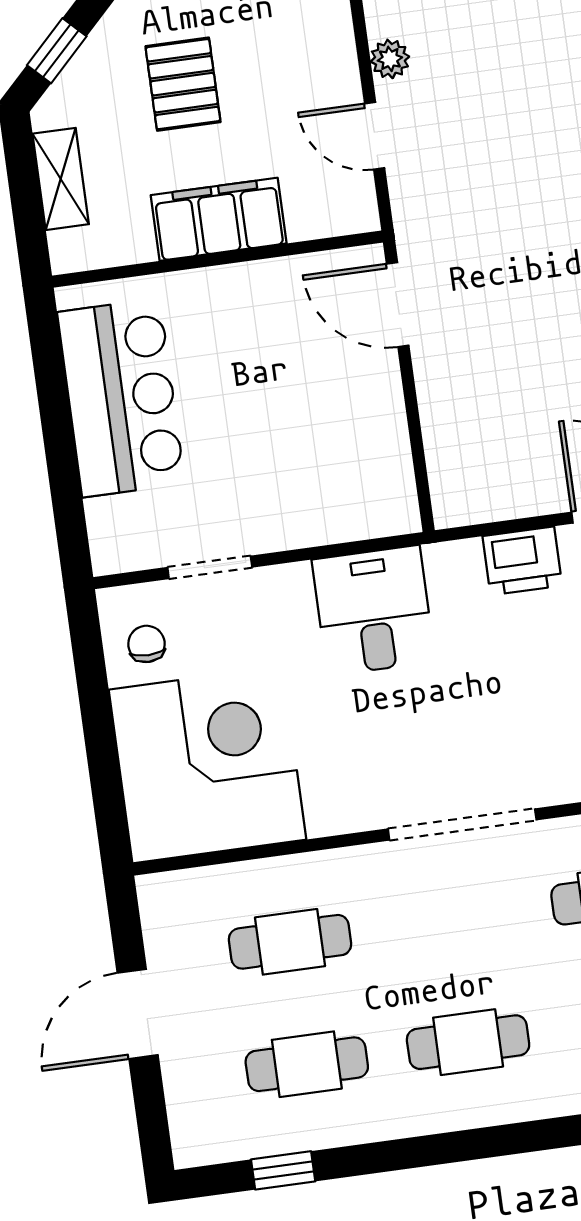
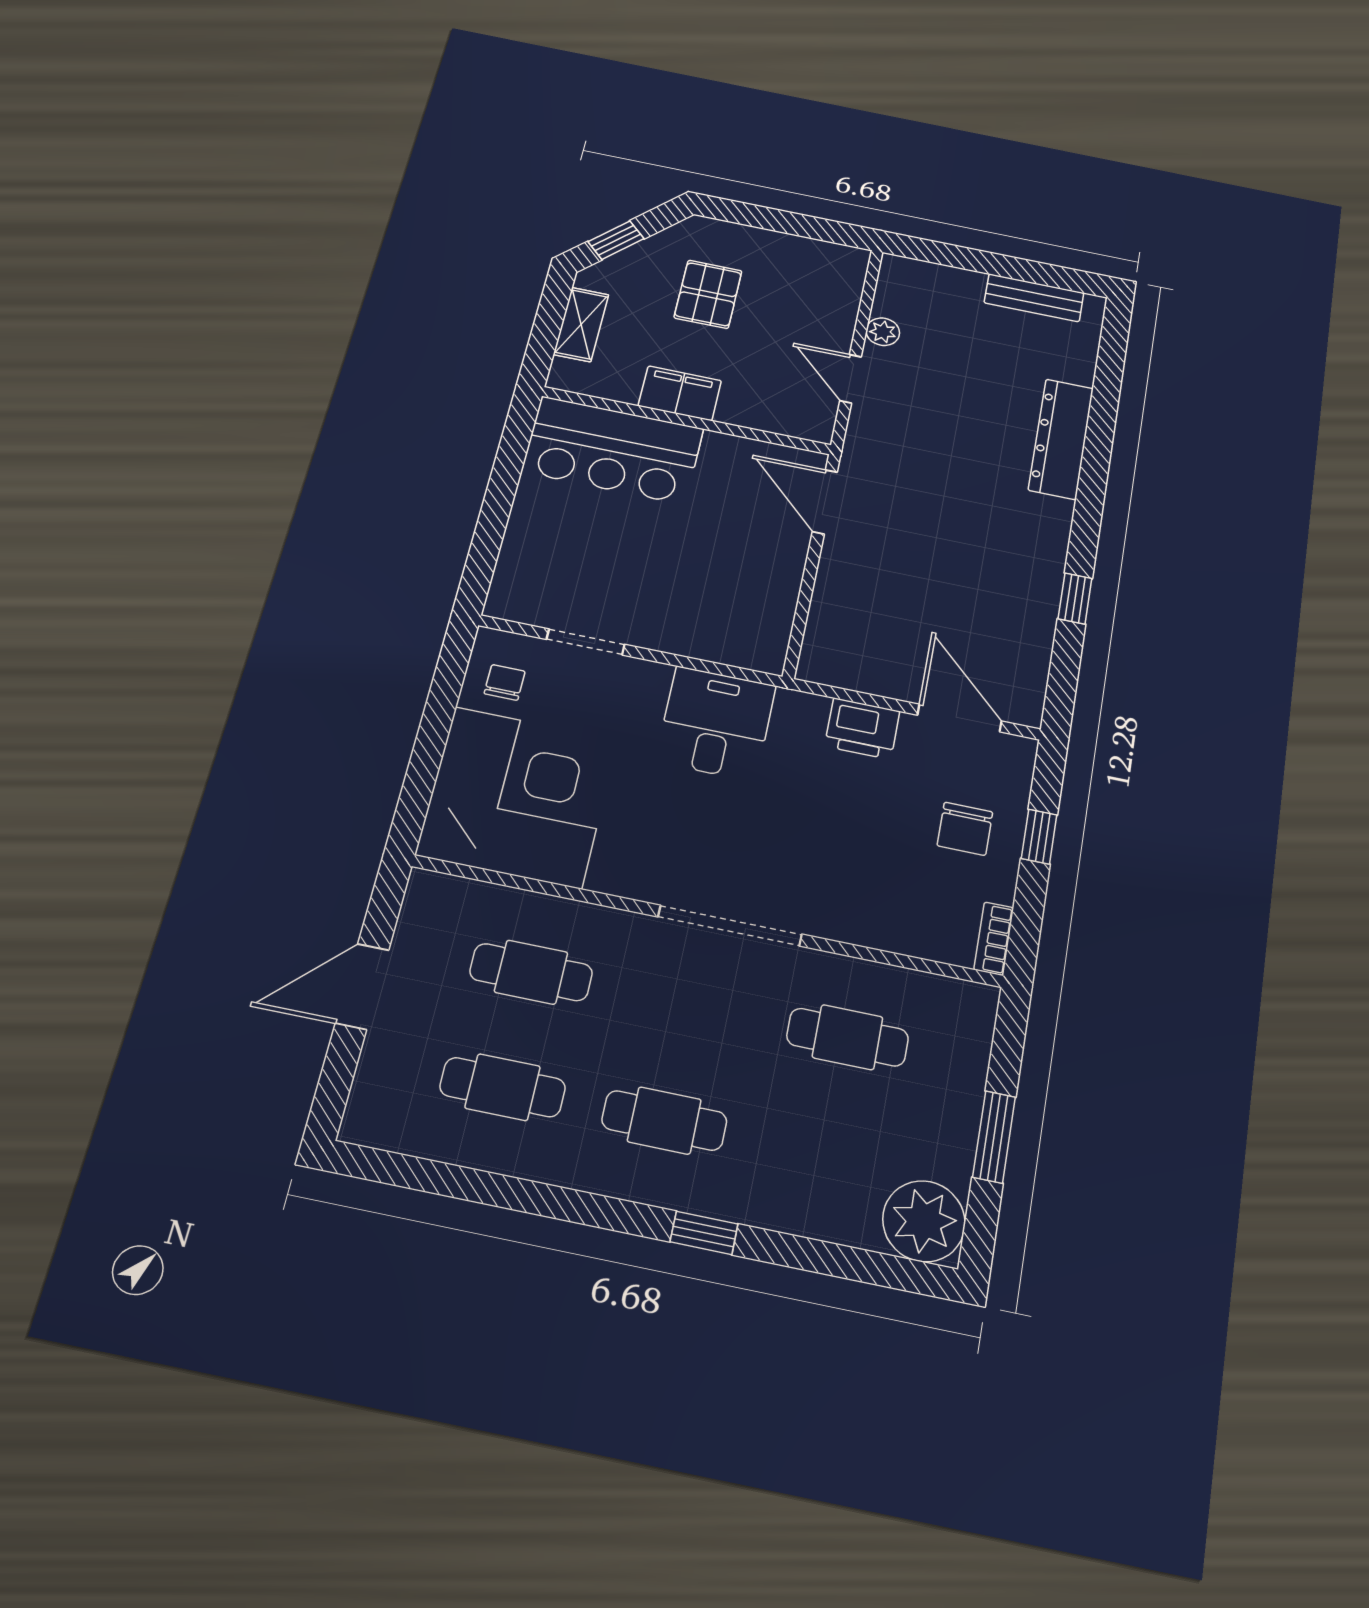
filing cabinet: (219, 219) -> (680, 393), width x0.67, depth x0.86
bar counter: (121, 398) -> (613, 450), moved, turned 90
window: (283, 1170) -> (704, 1233), moved

